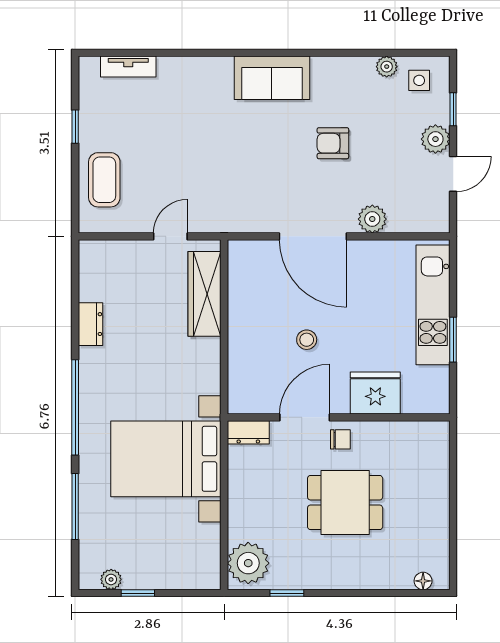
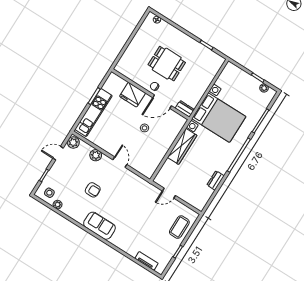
plant: (435, 139) -> (73, 142), moved
door: (313, 236) -> (120, 162), width x0.53
wardrobe: (205, 294) -> (182, 146), moved
plant: (248, 563) -> (213, 64), removed

